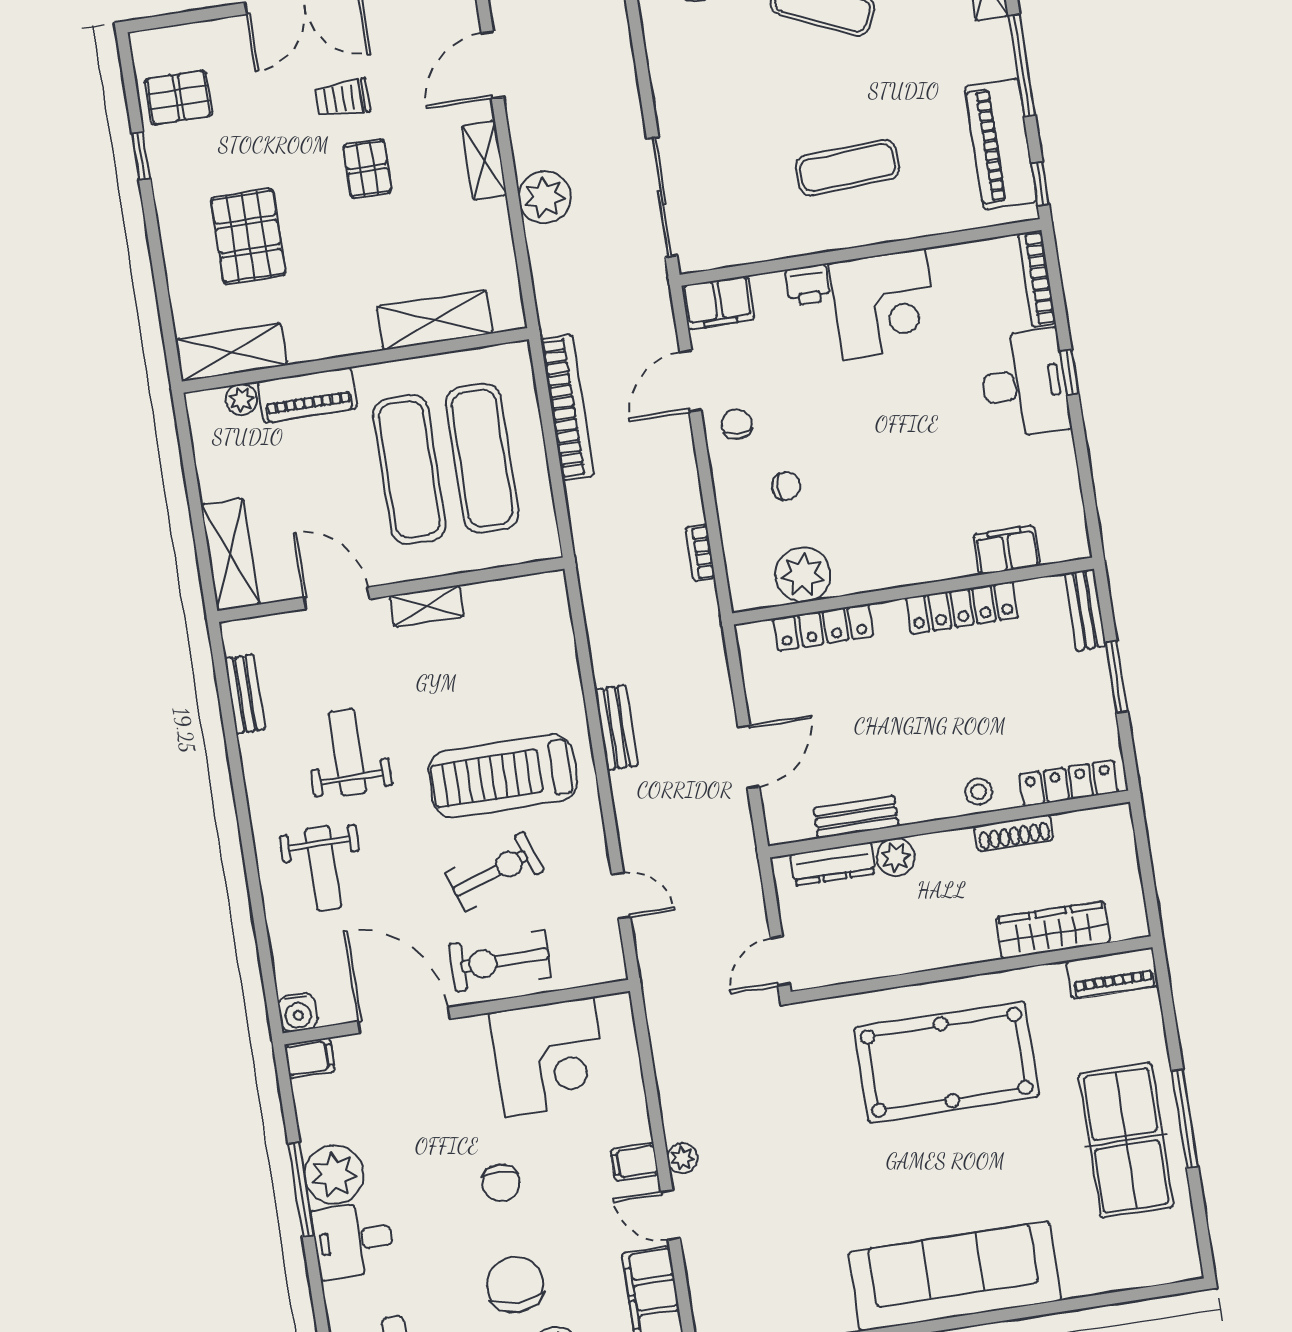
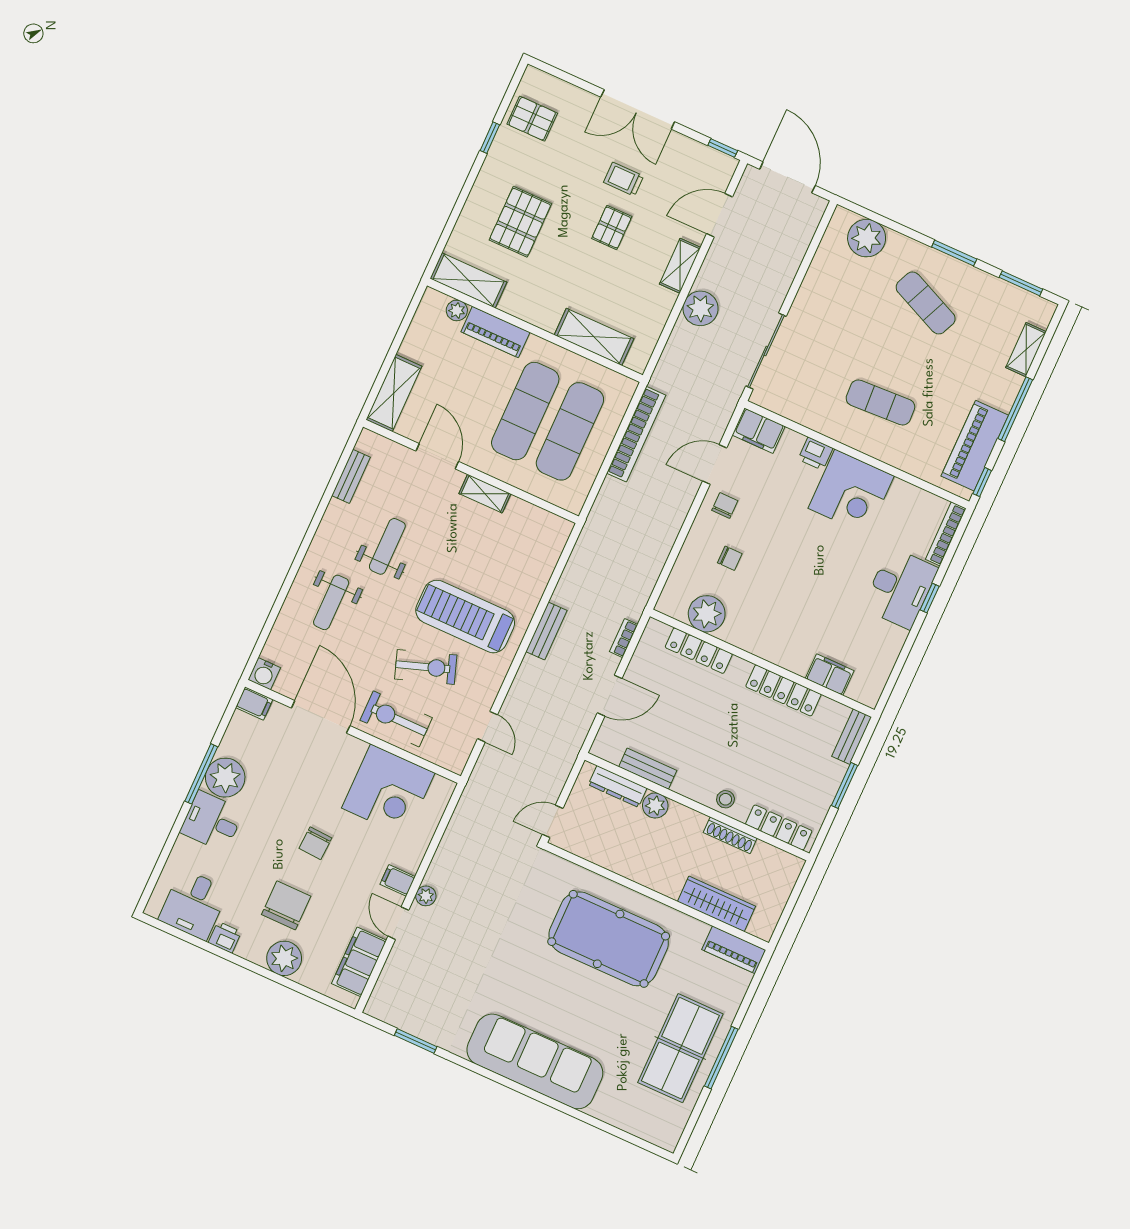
bookcase: (700, 553) -> (624, 638), moved

